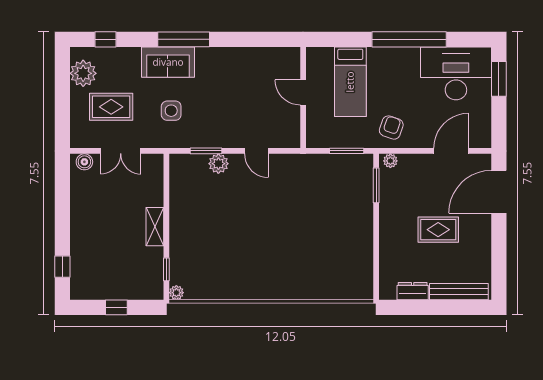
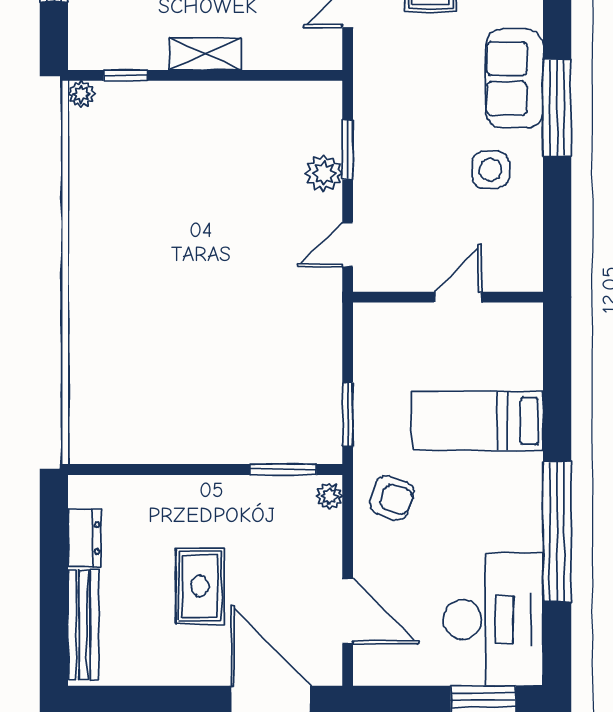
door: (303, 92) -> (458, 297), moved
wall: (303, 98) -> (448, 297), moved
side table: (171, 111) -> (490, 170), moved

